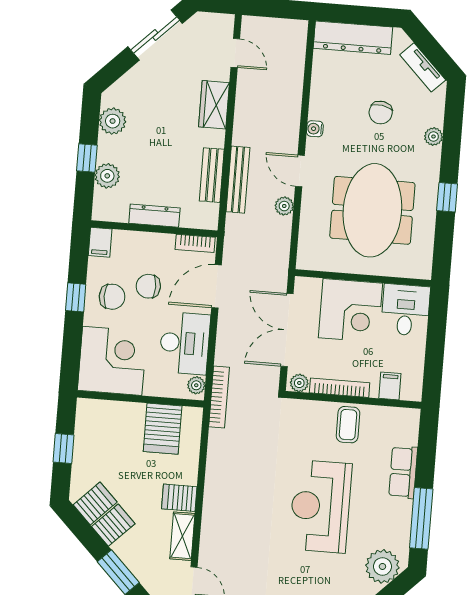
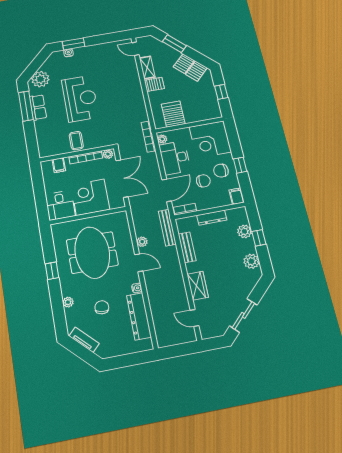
dresser: (353, 38) -> (139, 316), moved, turned -90
bench: (238, 180) -> (167, 228), moved
row of seats: (403, 472) -> (38, 107), moved

